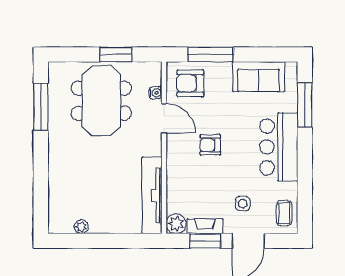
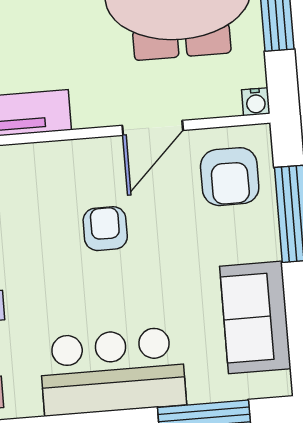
armchair: (190, 83) -> (230, 177), turned 180
water cooler: (155, 93) -> (256, 102), moved

